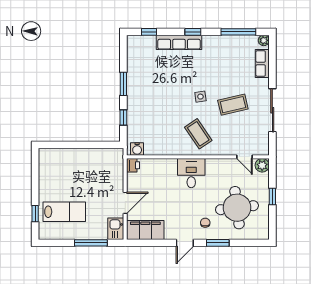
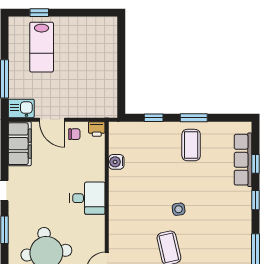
window: (149, 32) -> (256, 164), moved
row of seats: (179, 42) -> (243, 160), moved
coffee table: (198, 134) -> (191, 145), moved, turned -56
water cooler: (137, 149) -> (116, 162), moved
chair: (205, 223) -> (74, 134), moved

